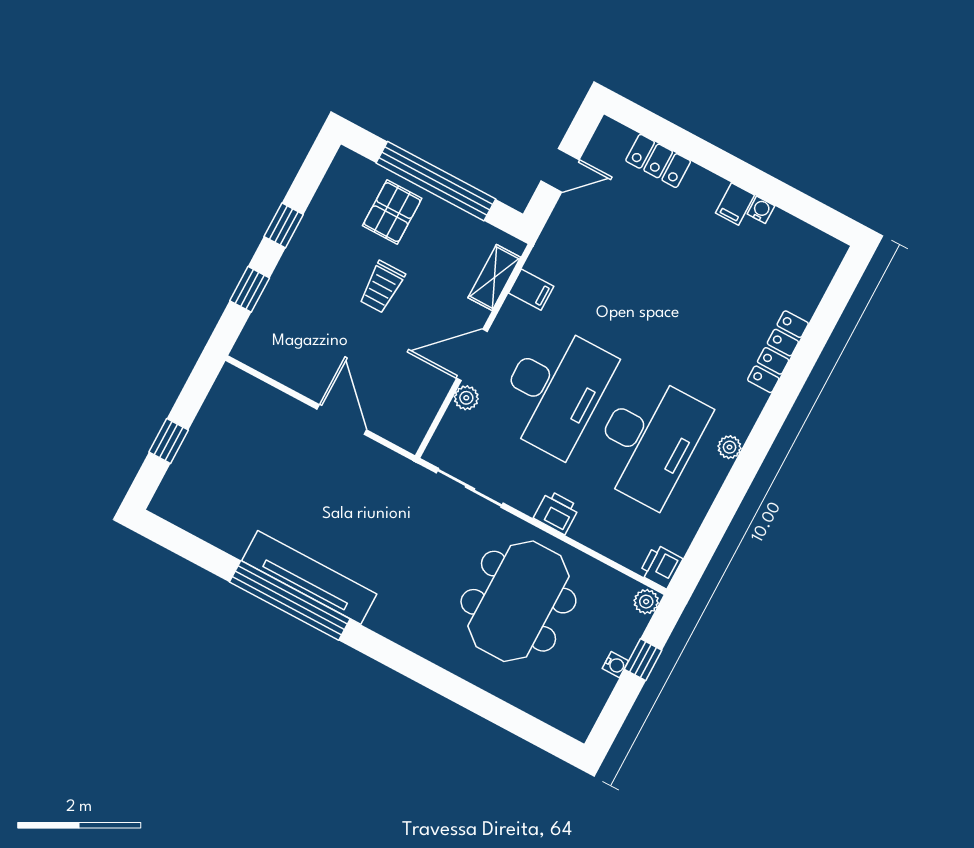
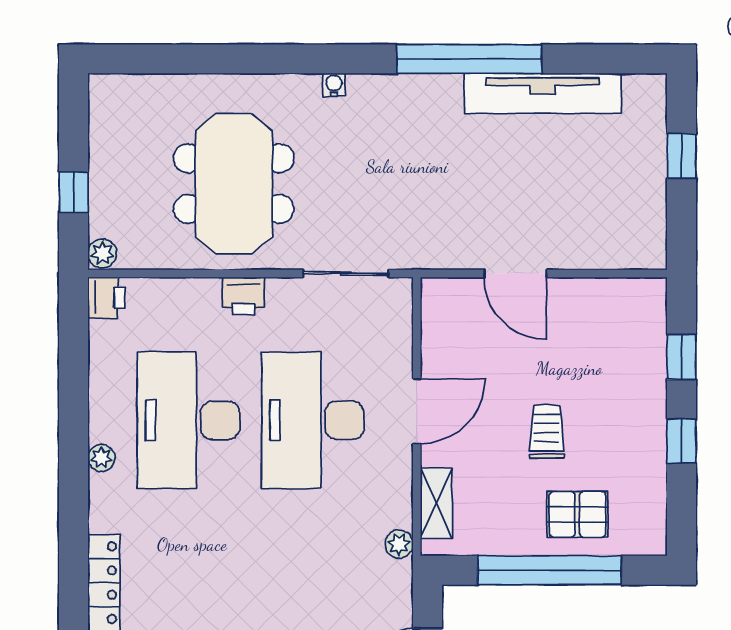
pallet: (392, 212) -> (577, 514), turned 90
filing cabinet: (531, 290) -> (392, 511), removed
plant: (466, 398) -> (399, 544), moved
tv unit: (309, 577) -> (543, 93), moved
water cooler: (615, 665) -> (334, 85), moved, turned 90

